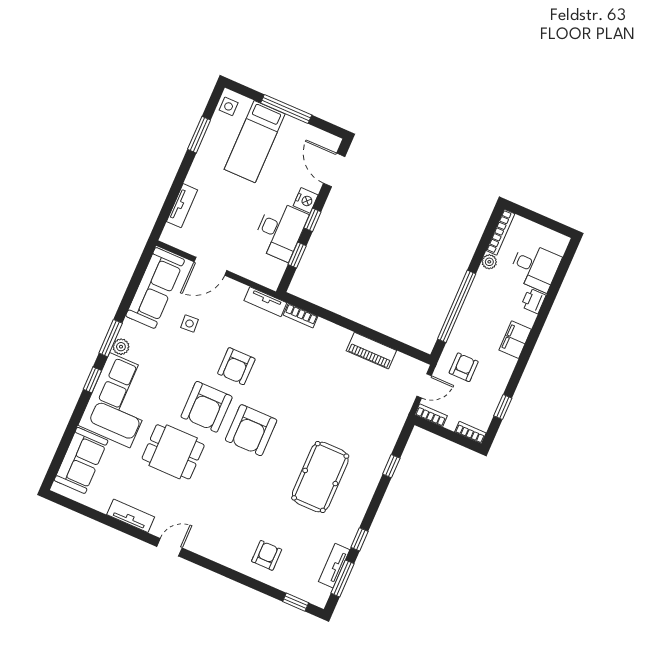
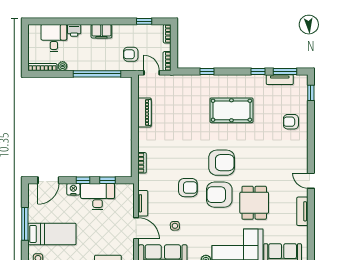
tv unit: (265, 302) -> (143, 203), moved
armchair: (207, 407) -> (219, 195), turned 180

